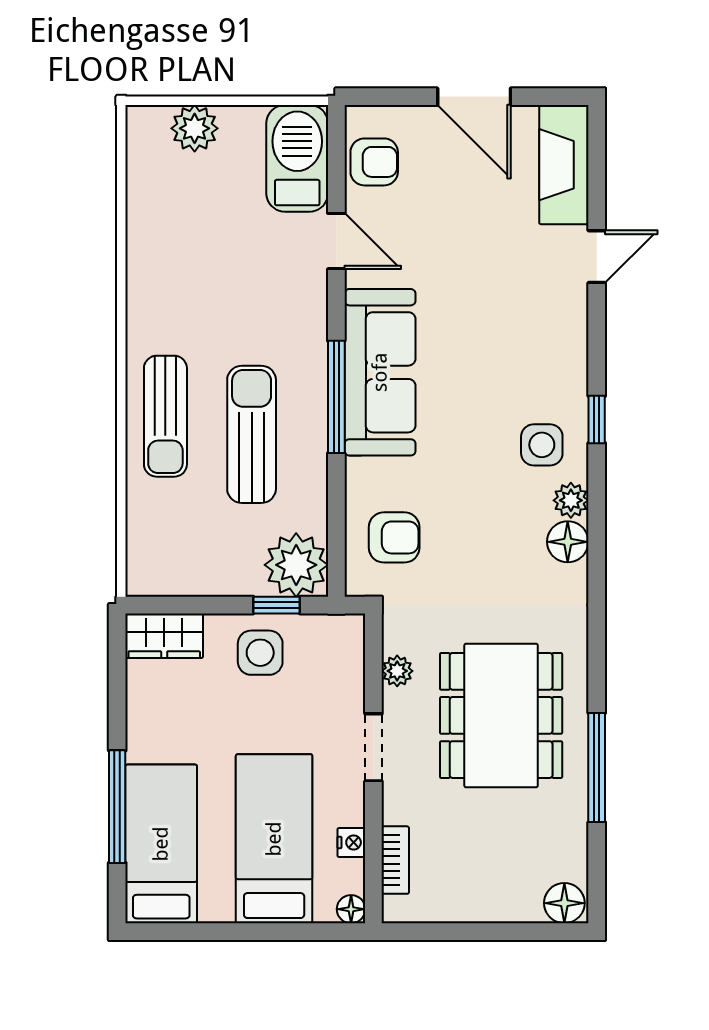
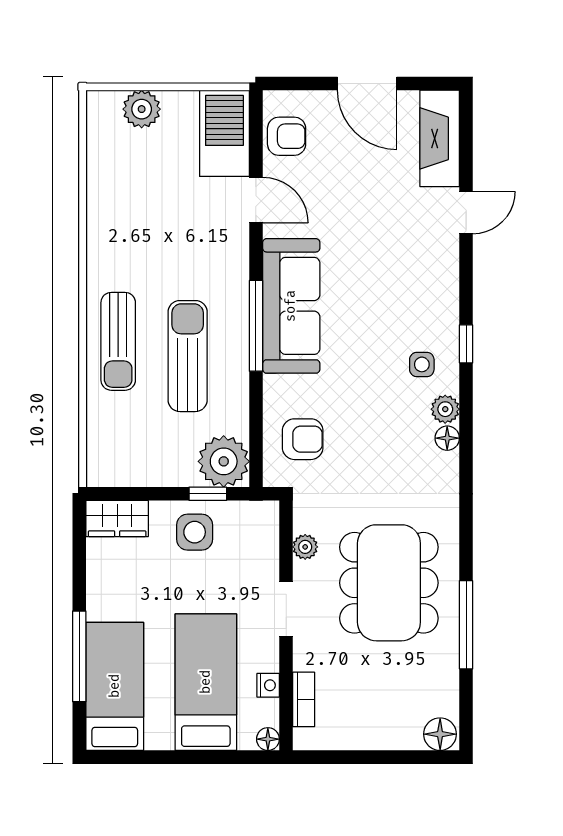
side table: (542, 445) -> (422, 364), width x0.73, depth x0.73
floor lamp: (568, 542) -> (447, 438), width x0.73, depth x0.73

